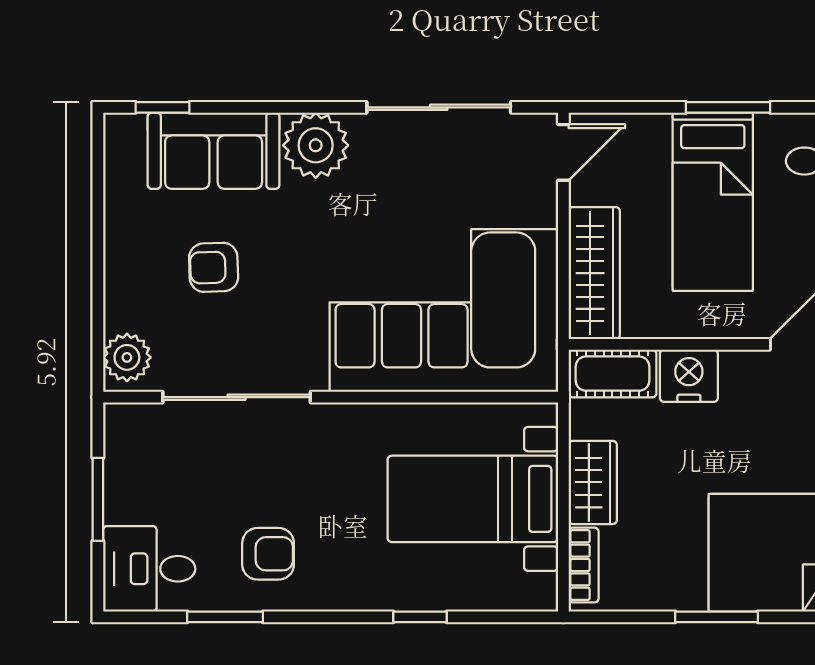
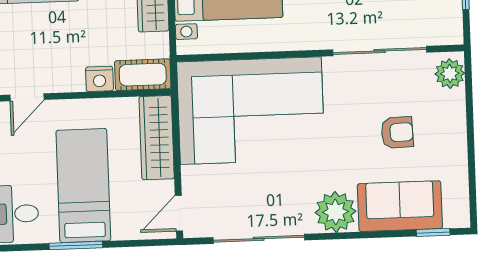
nightstand: (689, 376) -> (99, 79), width x0.74, depth x0.75

